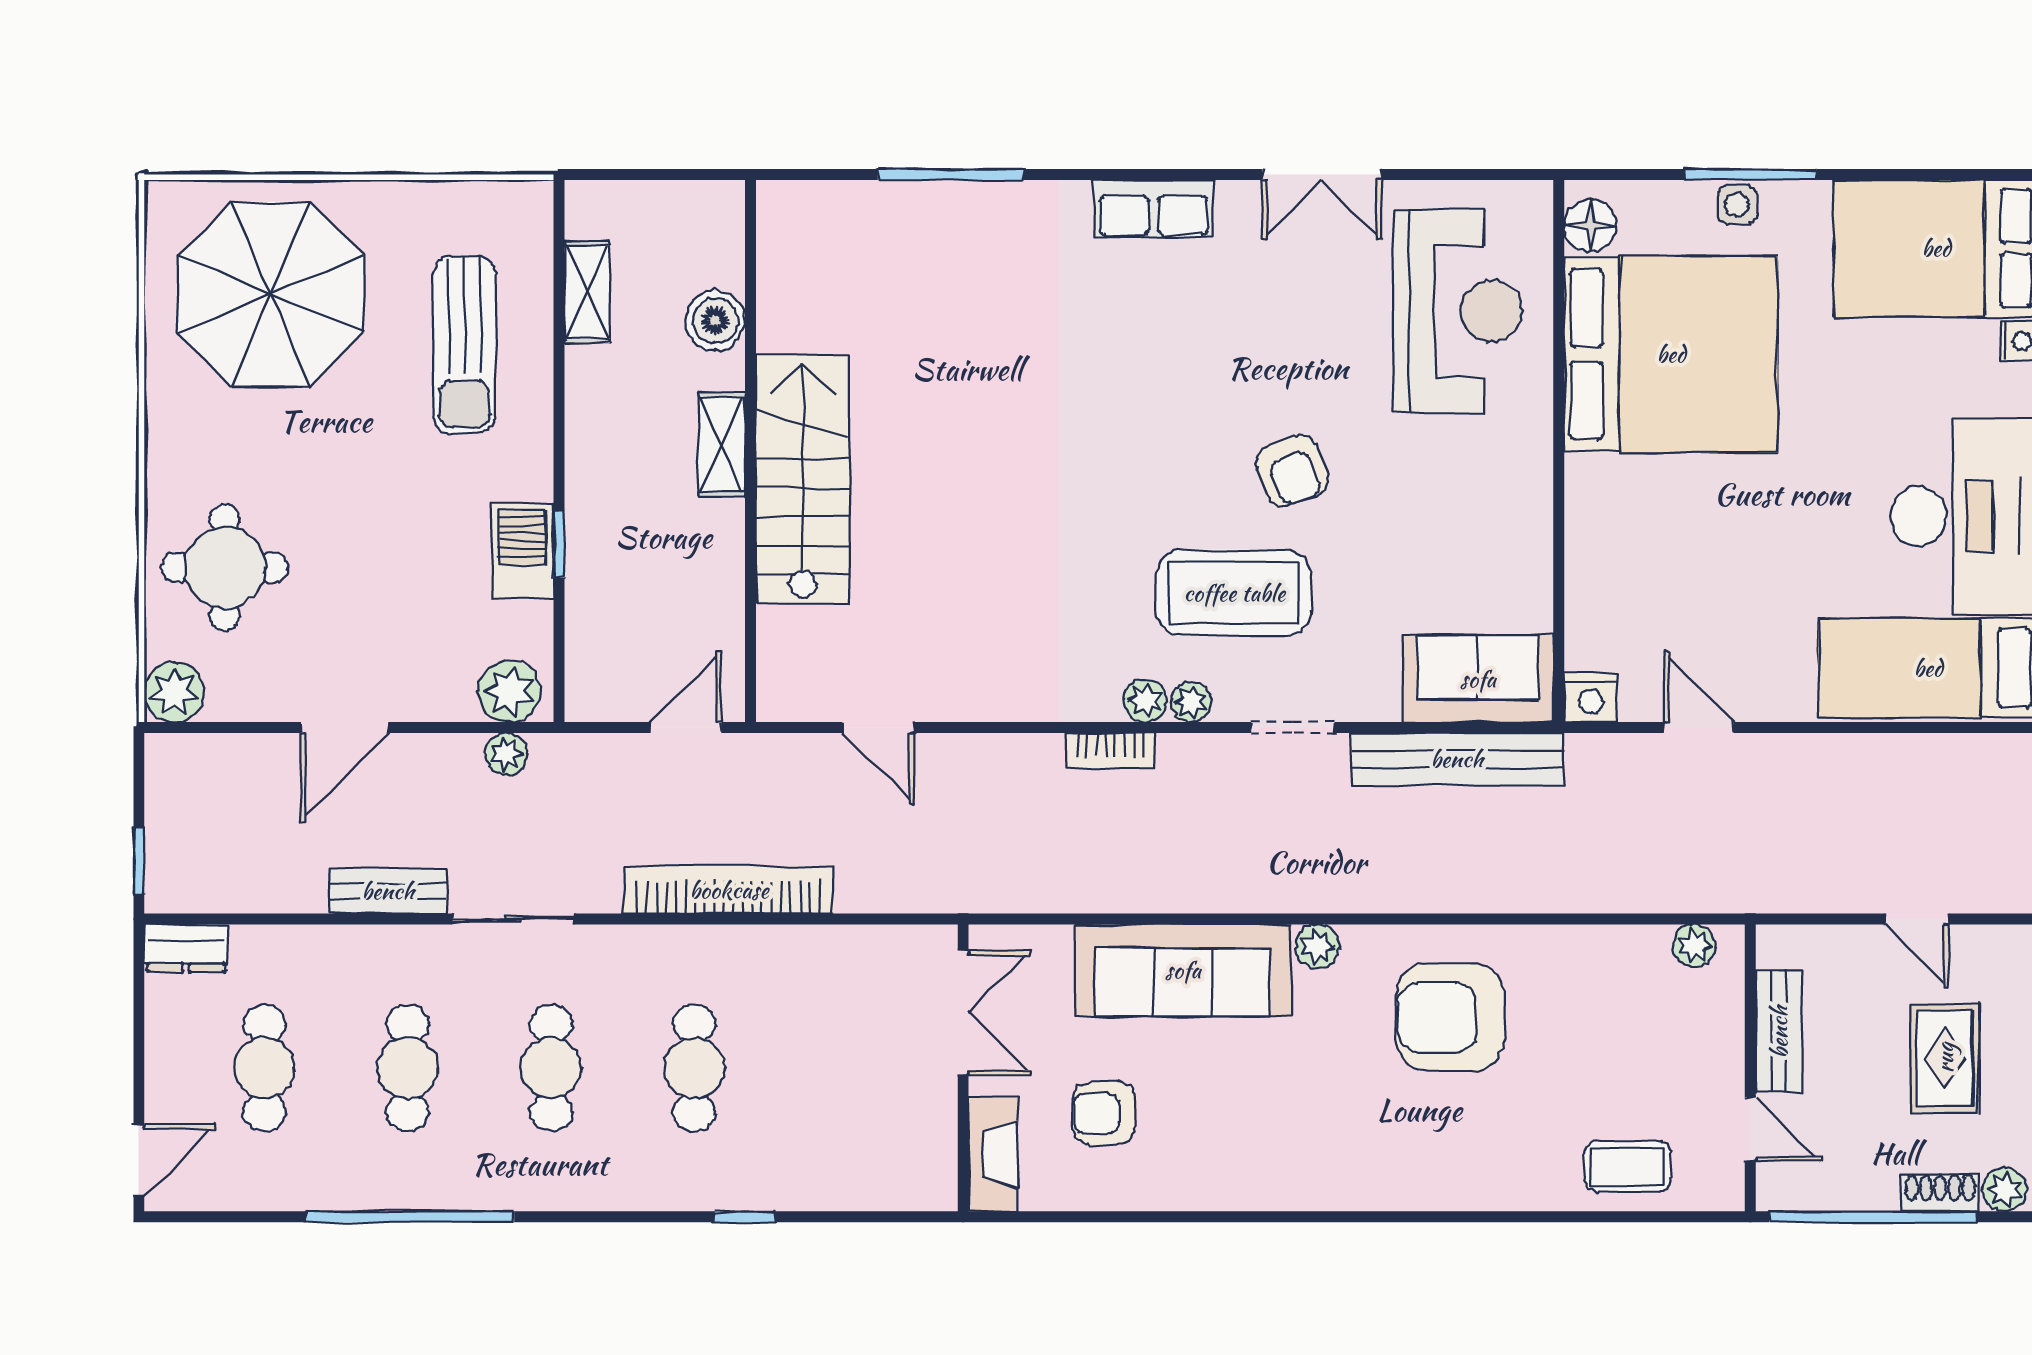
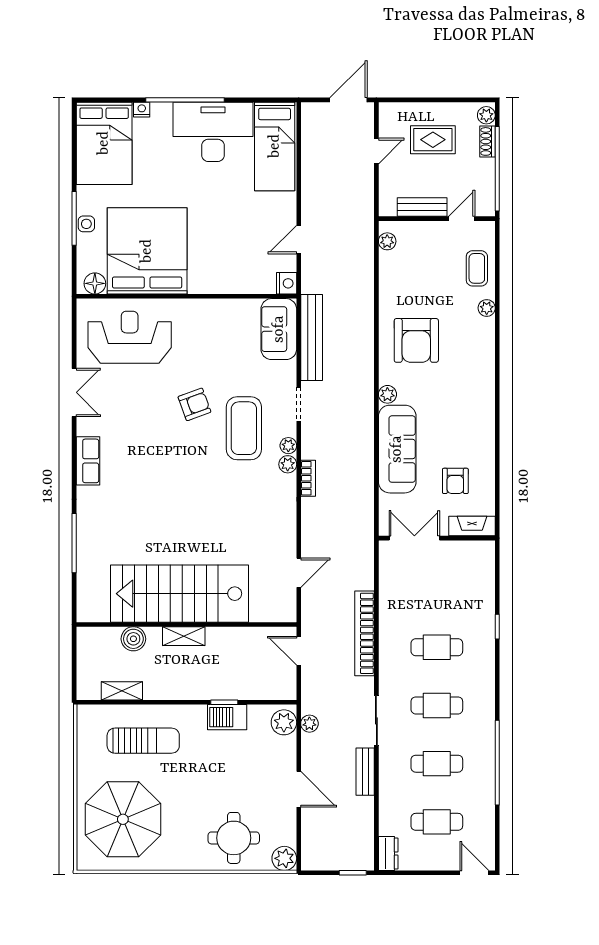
stairs: (803, 479) -> (180, 594), width x1.36, depth x1.51
plant: (1530, 1191) -> (487, 308), added

